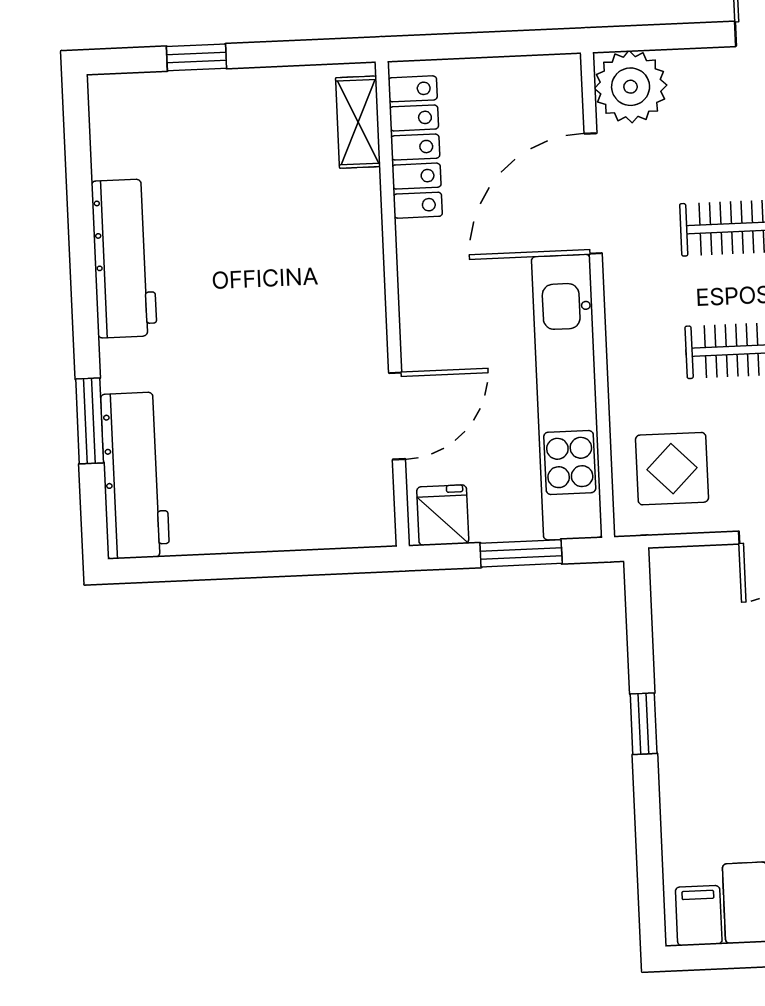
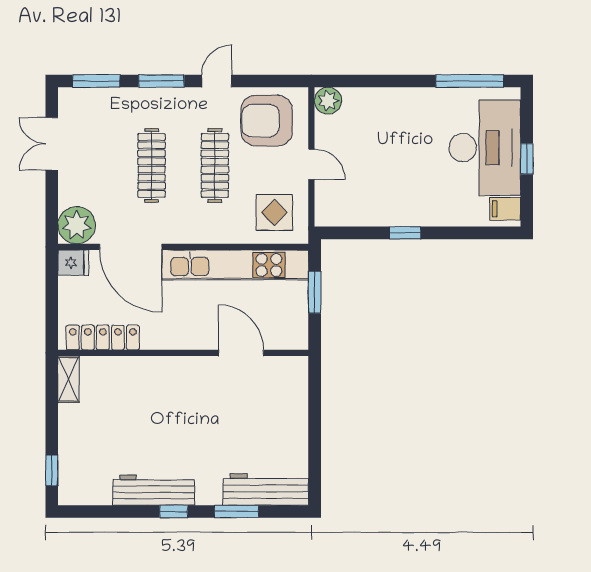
window: (196, 57) -> (52, 470), moved
shelving: (358, 122) -> (68, 379), moved, turned 90
window: (84, 299) -> (174, 512), added
fridge: (443, 515) -> (73, 263), moved, turned 180

